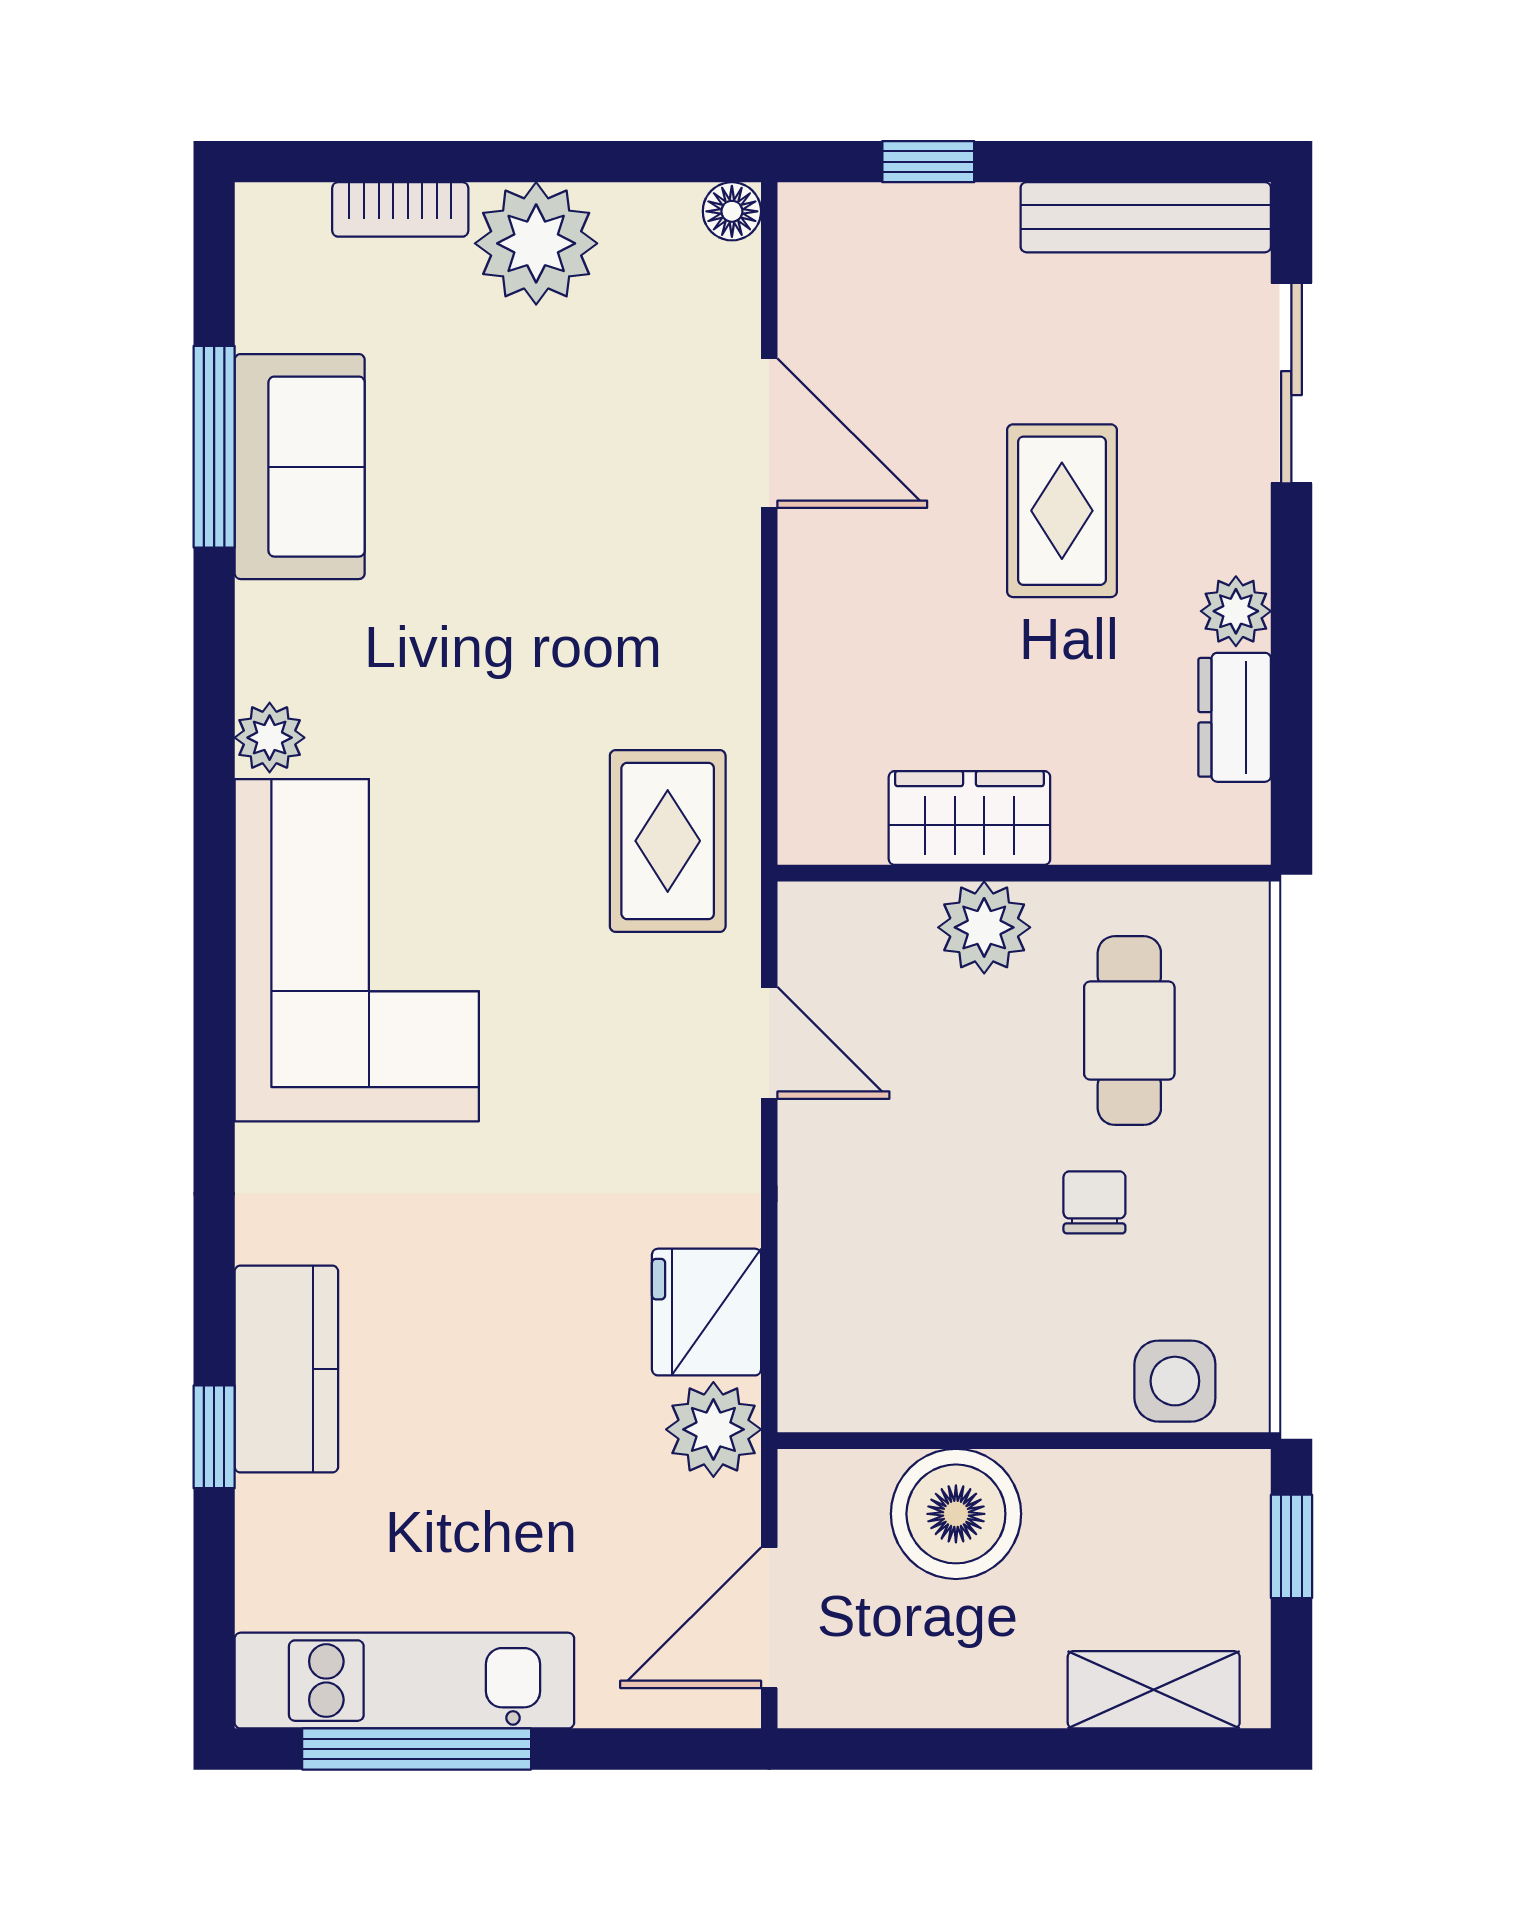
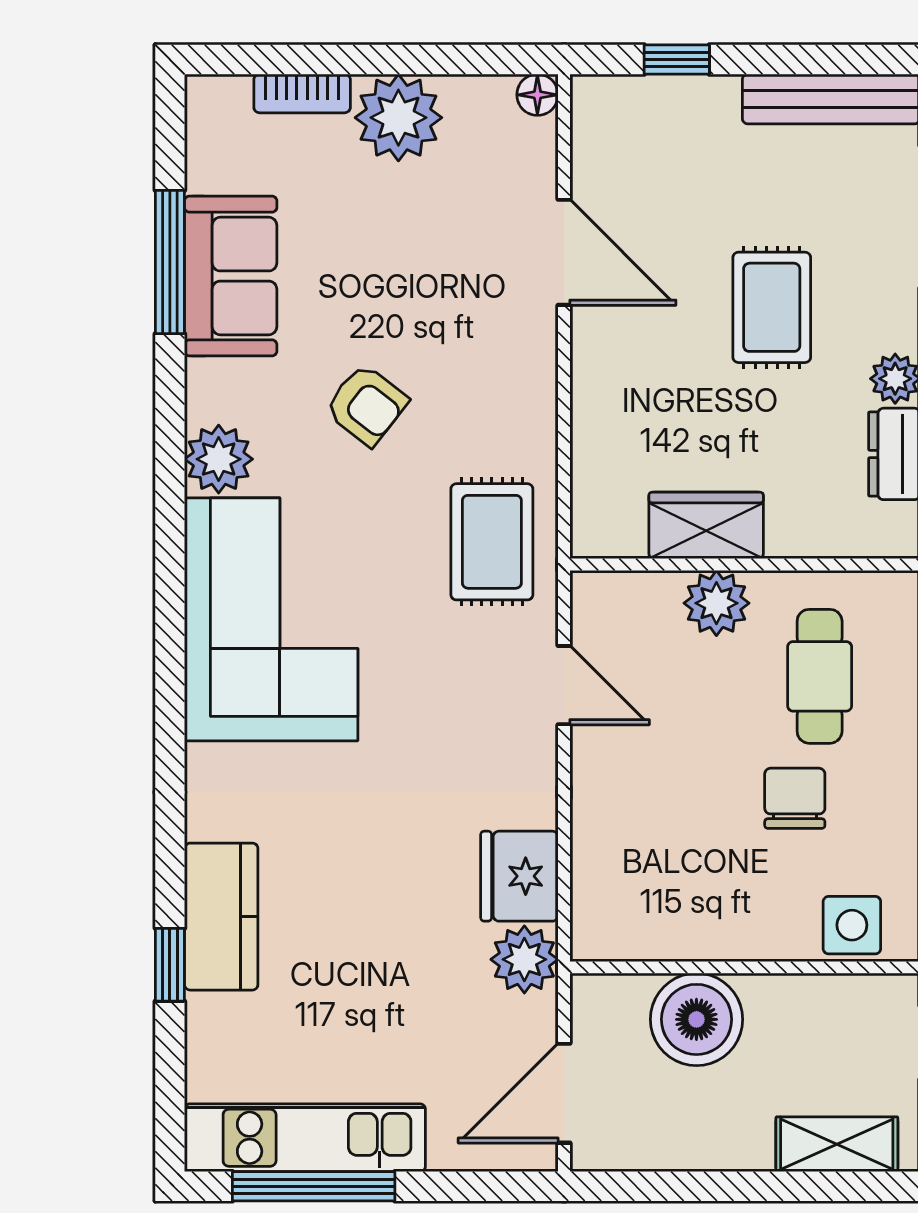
armchair: (491, 648) -> (366, 405), added
plant: (270, 738) -> (219, 459), width x1.38, depth x1.38
chair: (1094, 1202) -> (795, 798), width x1.37, depth x1.37

